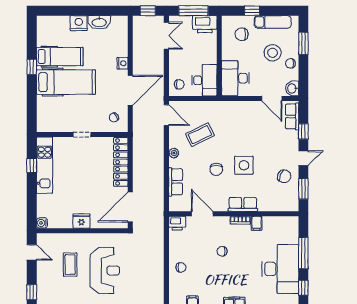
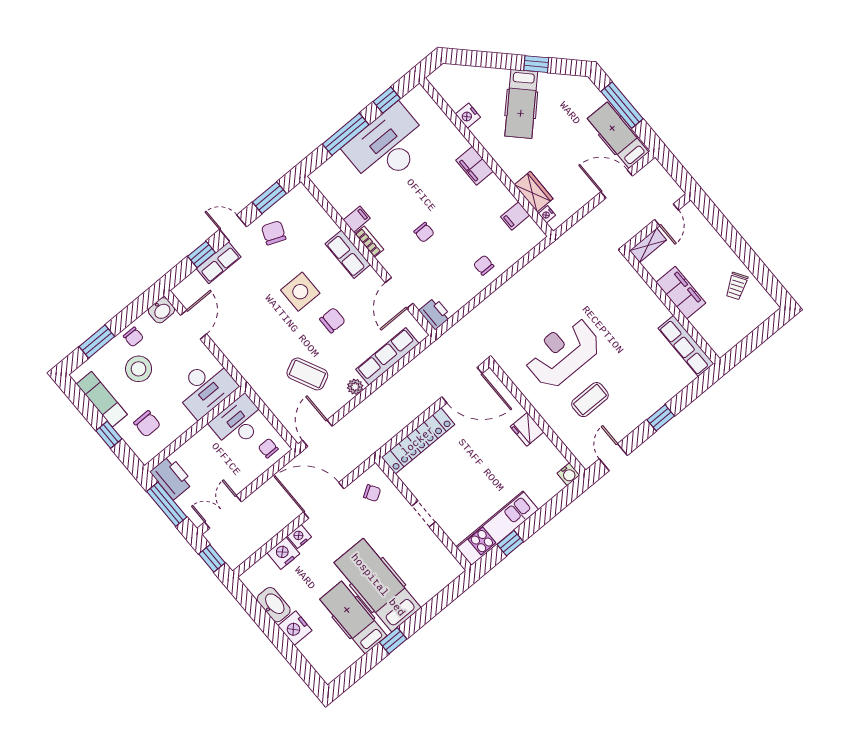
nightstand: (121, 48) -> (283, 553), added
row of seats: (292, 116) -> (219, 263), moved
row of seats: (176, 182) -> (387, 356), width x1.48

